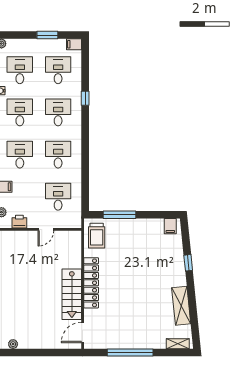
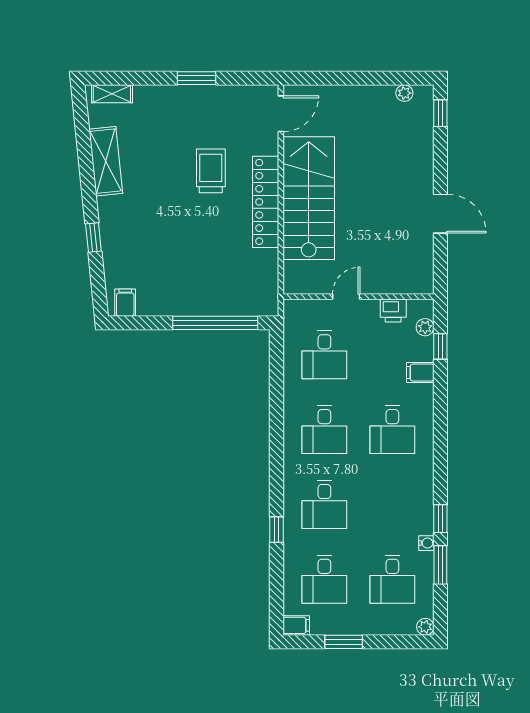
desk: (20, 112) -> (392, 504), removed
window: (120, 215) -> (215, 323), width x1.46
trolley: (97, 236) -> (211, 171), moved
stairs: (72, 294) -> (309, 198), width x1.36, depth x1.51
window: (130, 353) -> (196, 78), width x0.47

